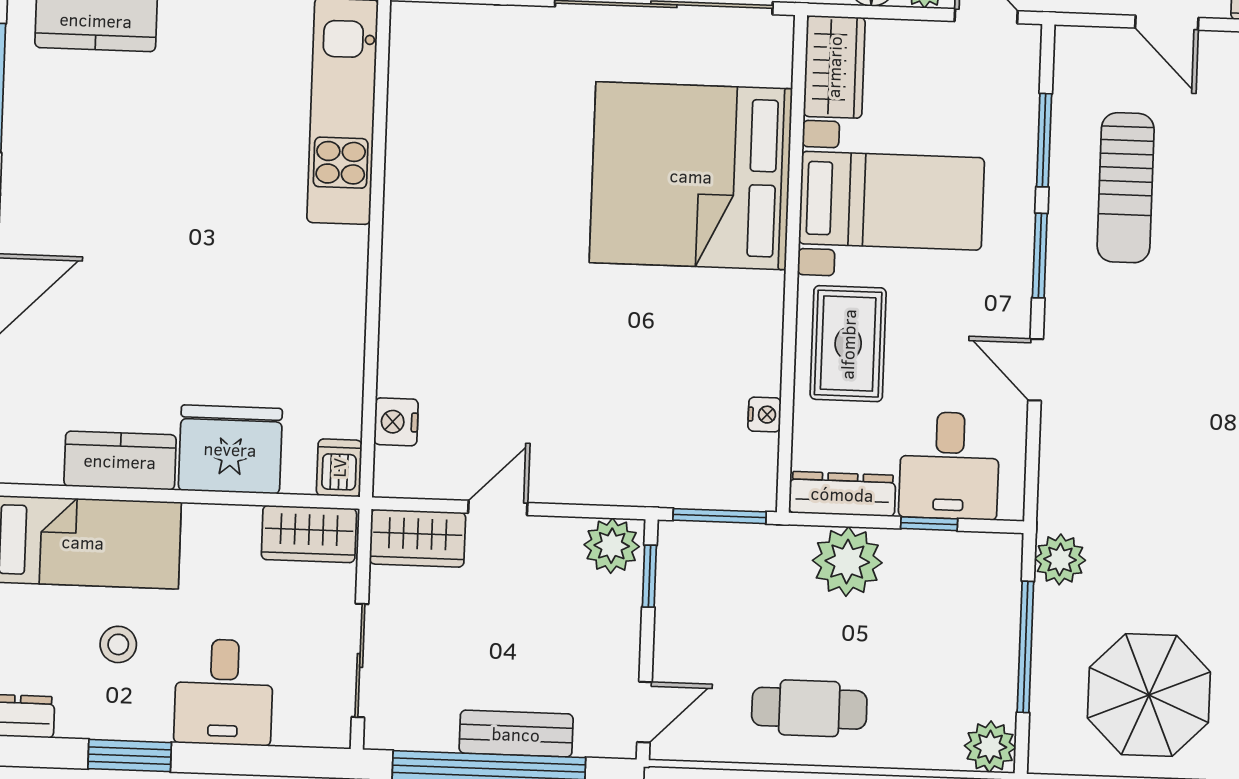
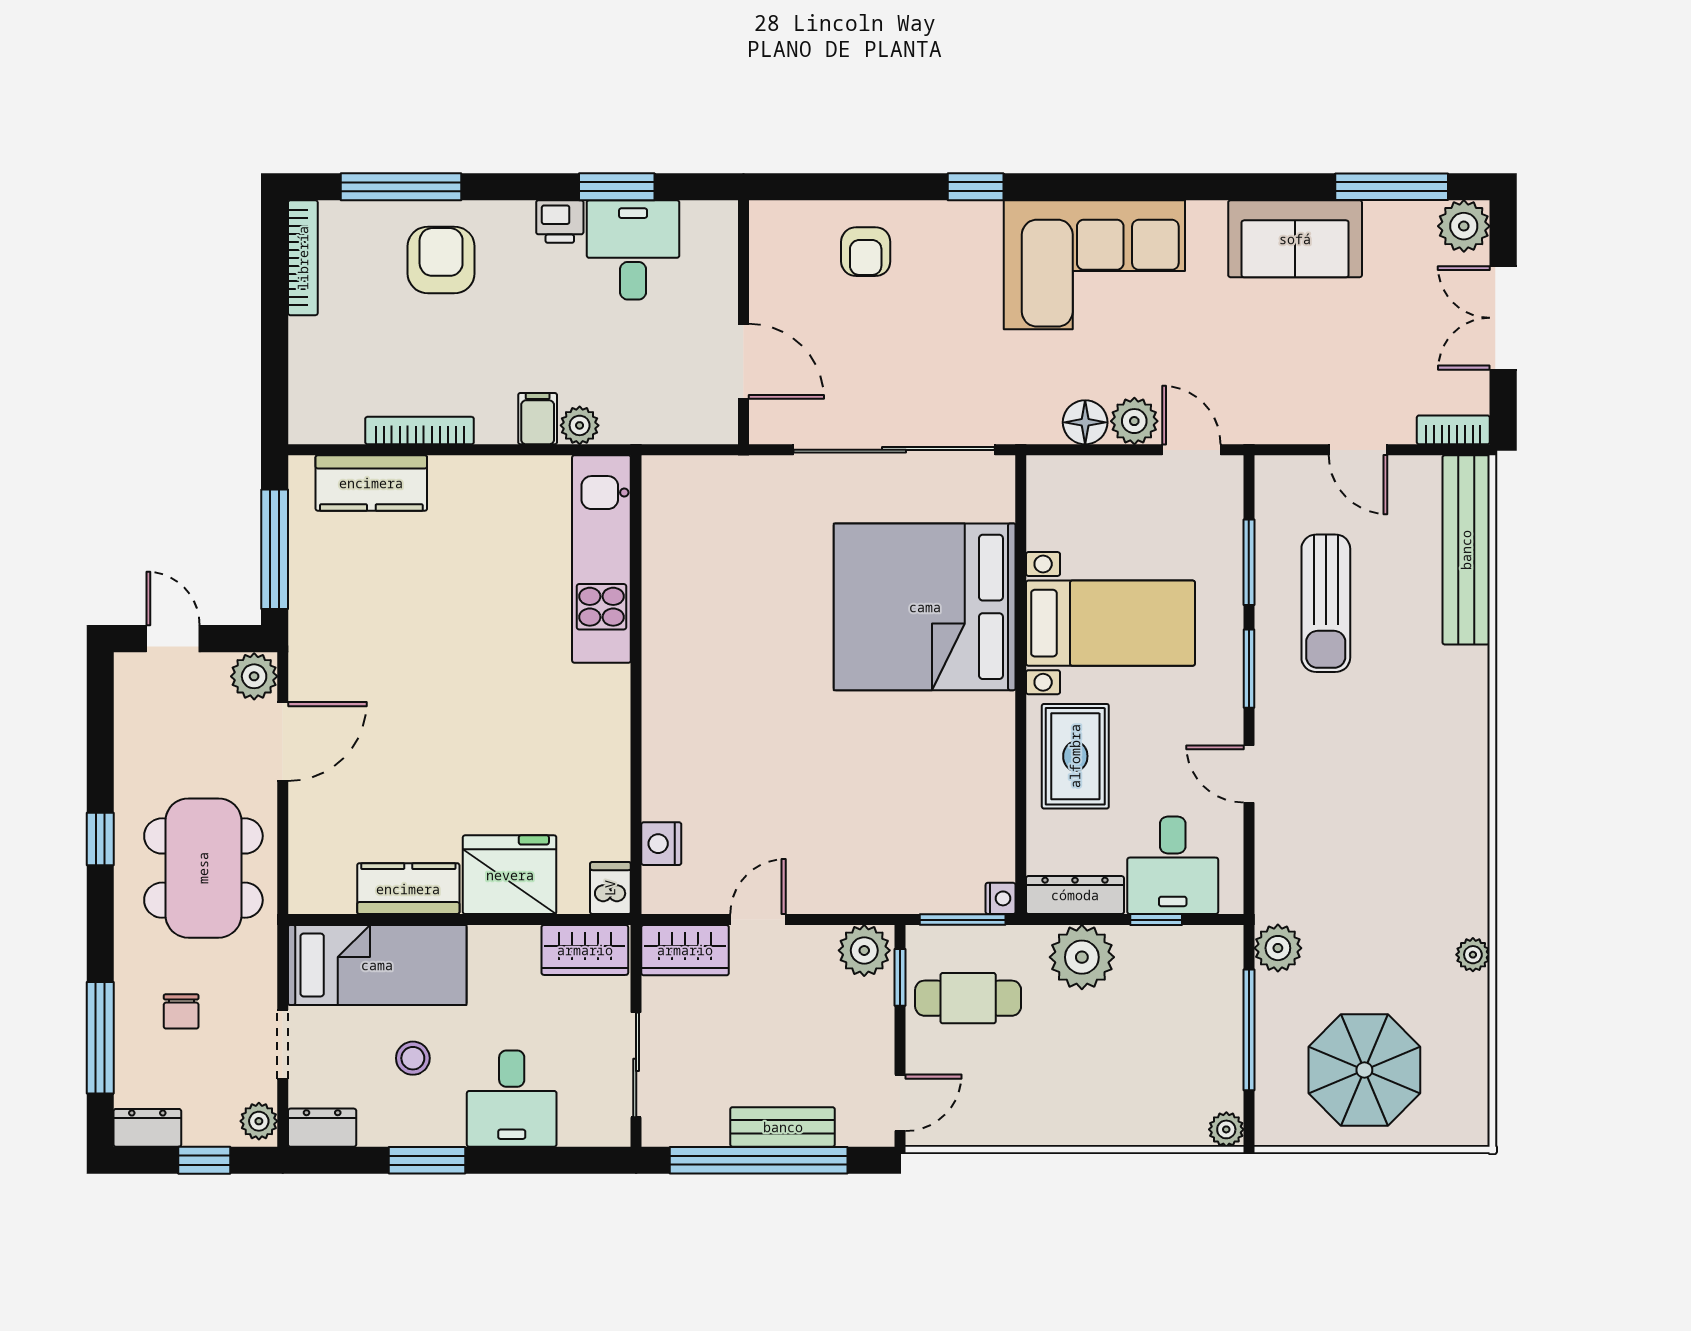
wardrobe: (834, 67) -> (1053, 502), removed
nightstand: (764, 415) -> (1001, 898), moved
cafe table: (809, 708) -> (968, 998), moved
plant: (990, 747) -> (1226, 1129), width x0.73, depth x0.73

